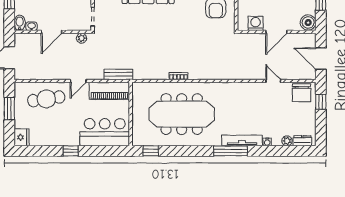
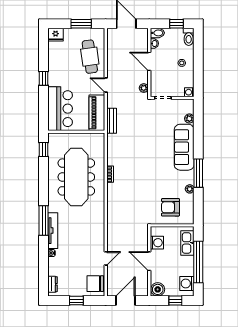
window: (321, 102) -> (76, 301), moved
plant: (287, 141) -> (52, 271), removed

